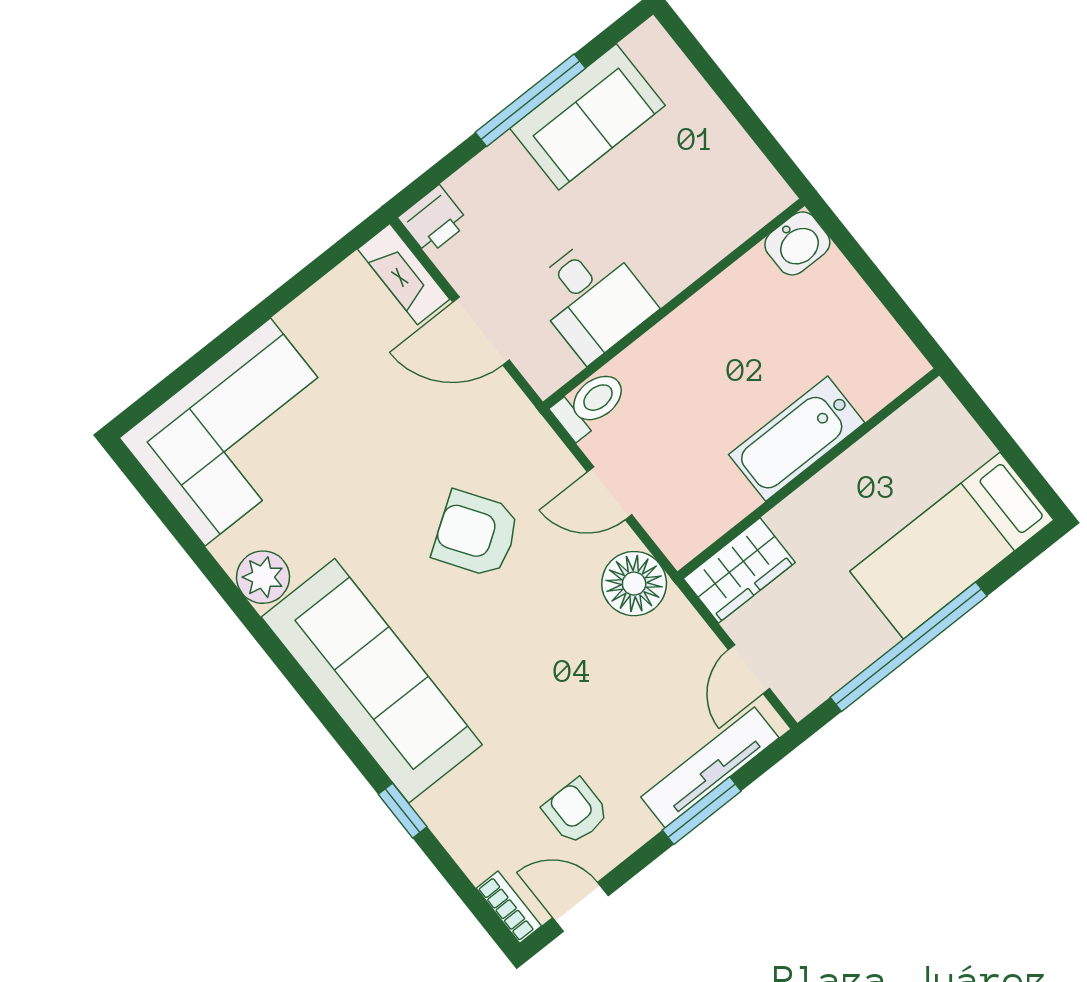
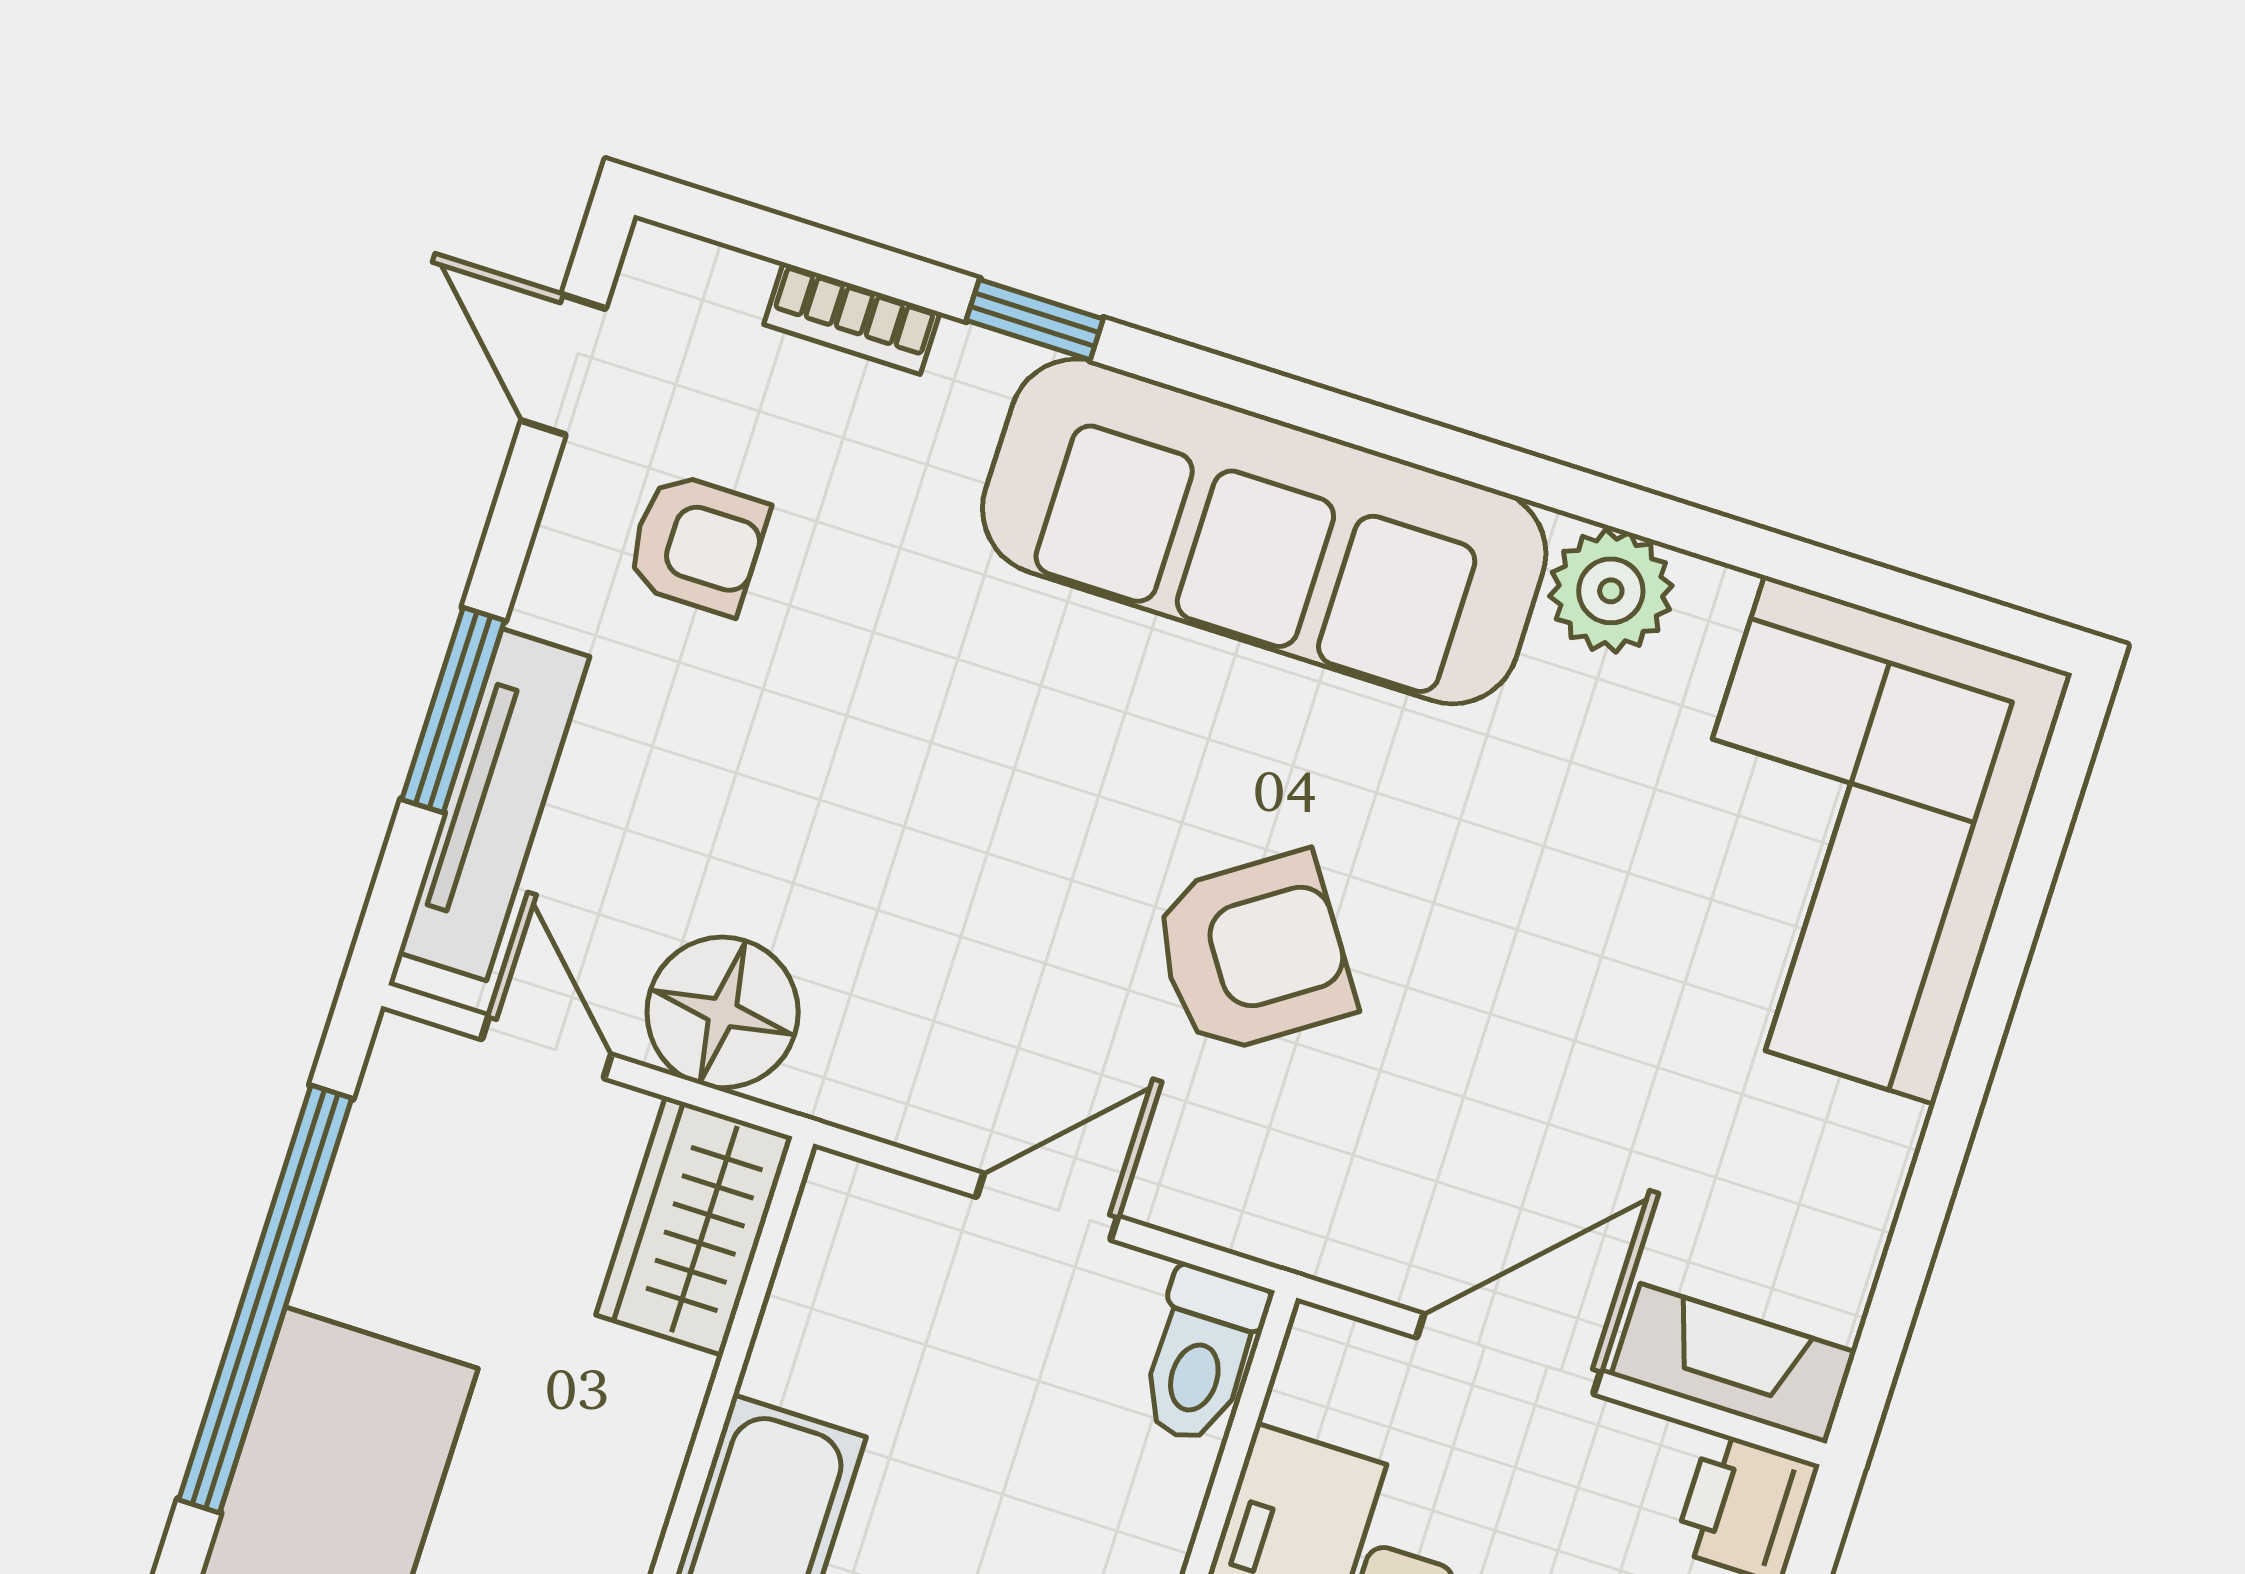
floor lamp: (634, 584) -> (723, 1012), moved
bookcase: (509, 907) -> (852, 318), moved
door: (580, 907) -> (563, 365), swing flipped

